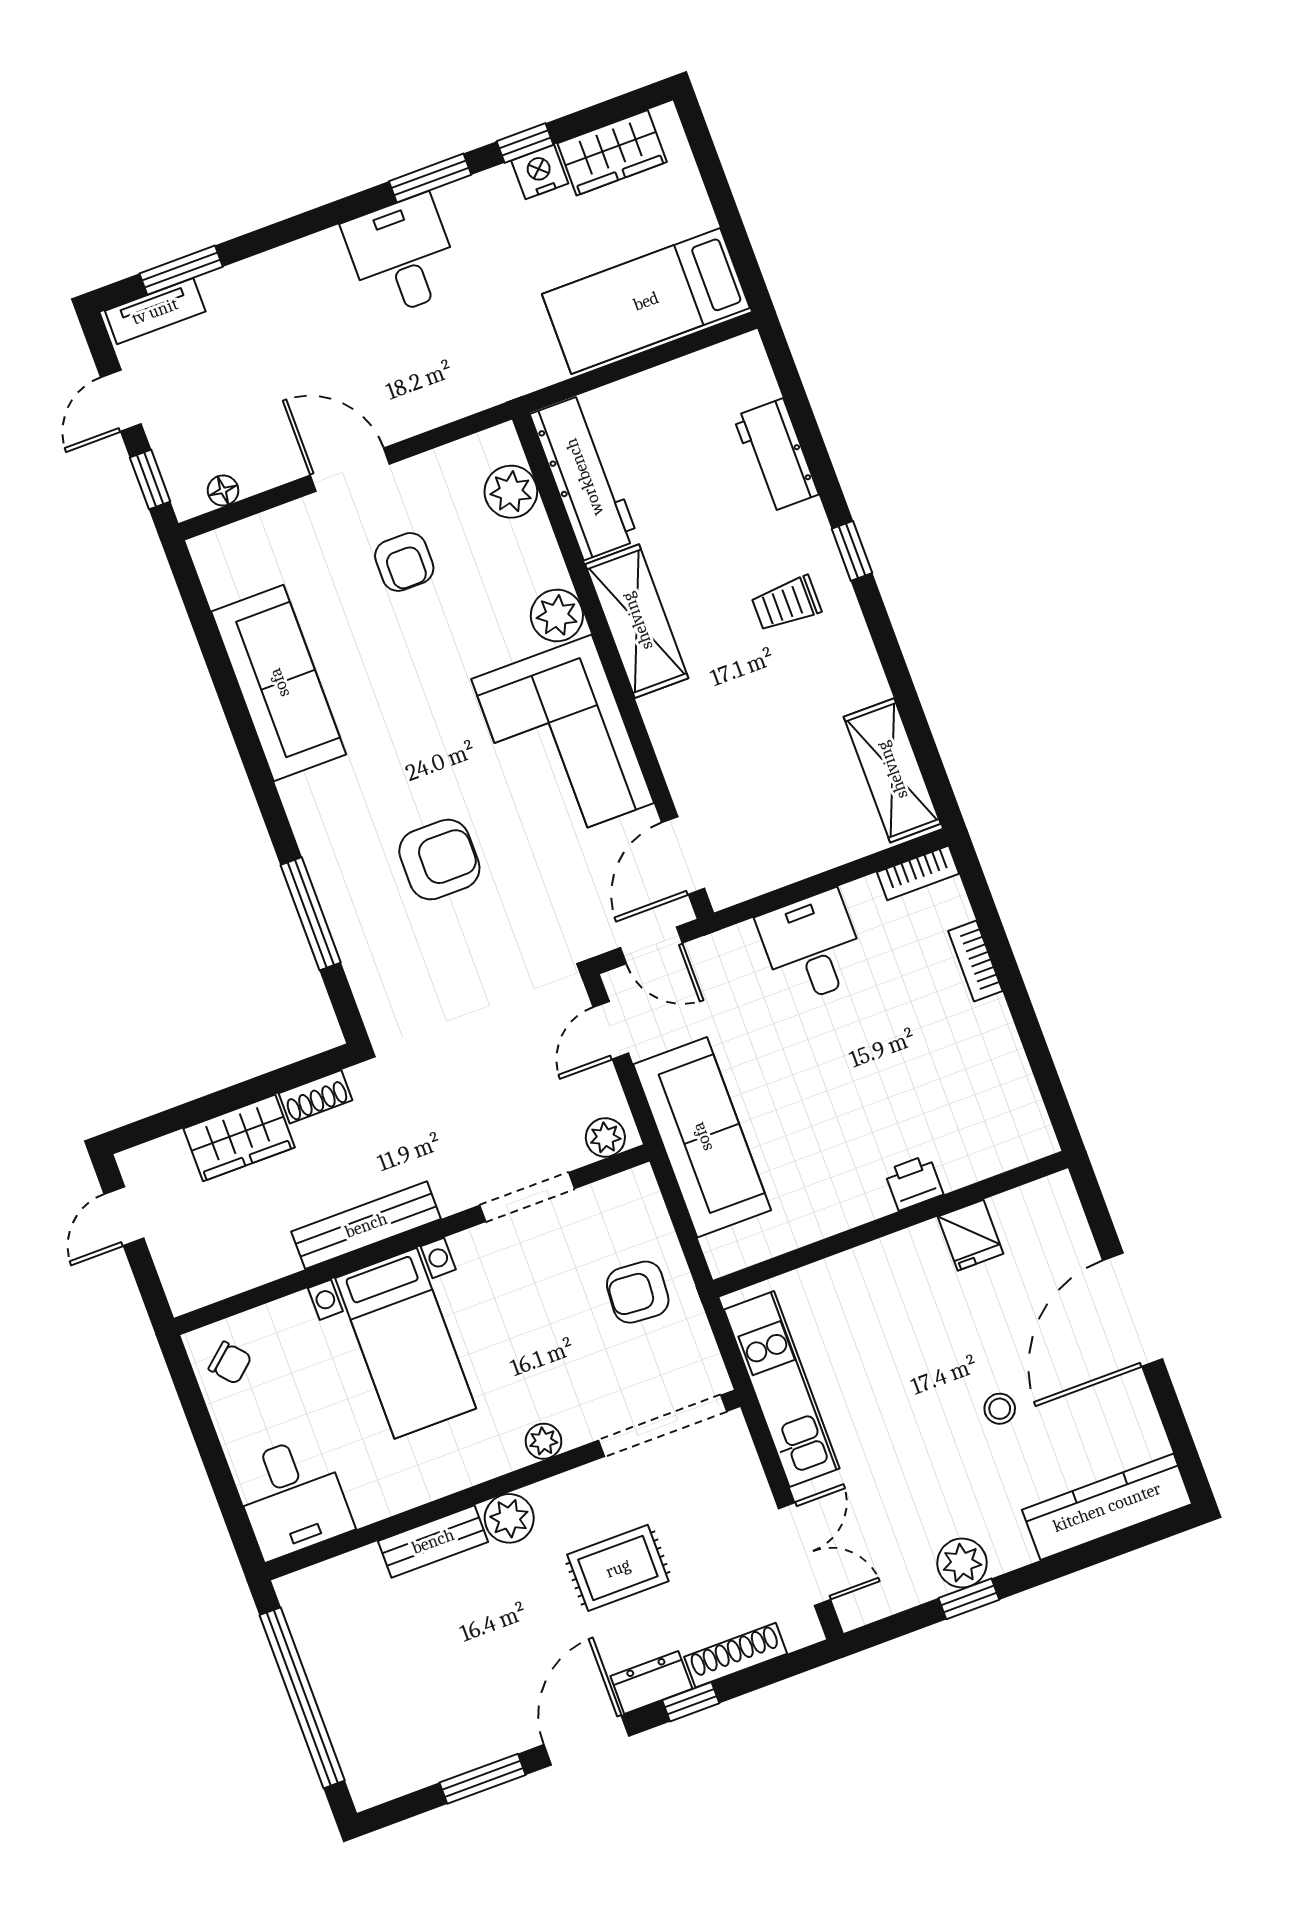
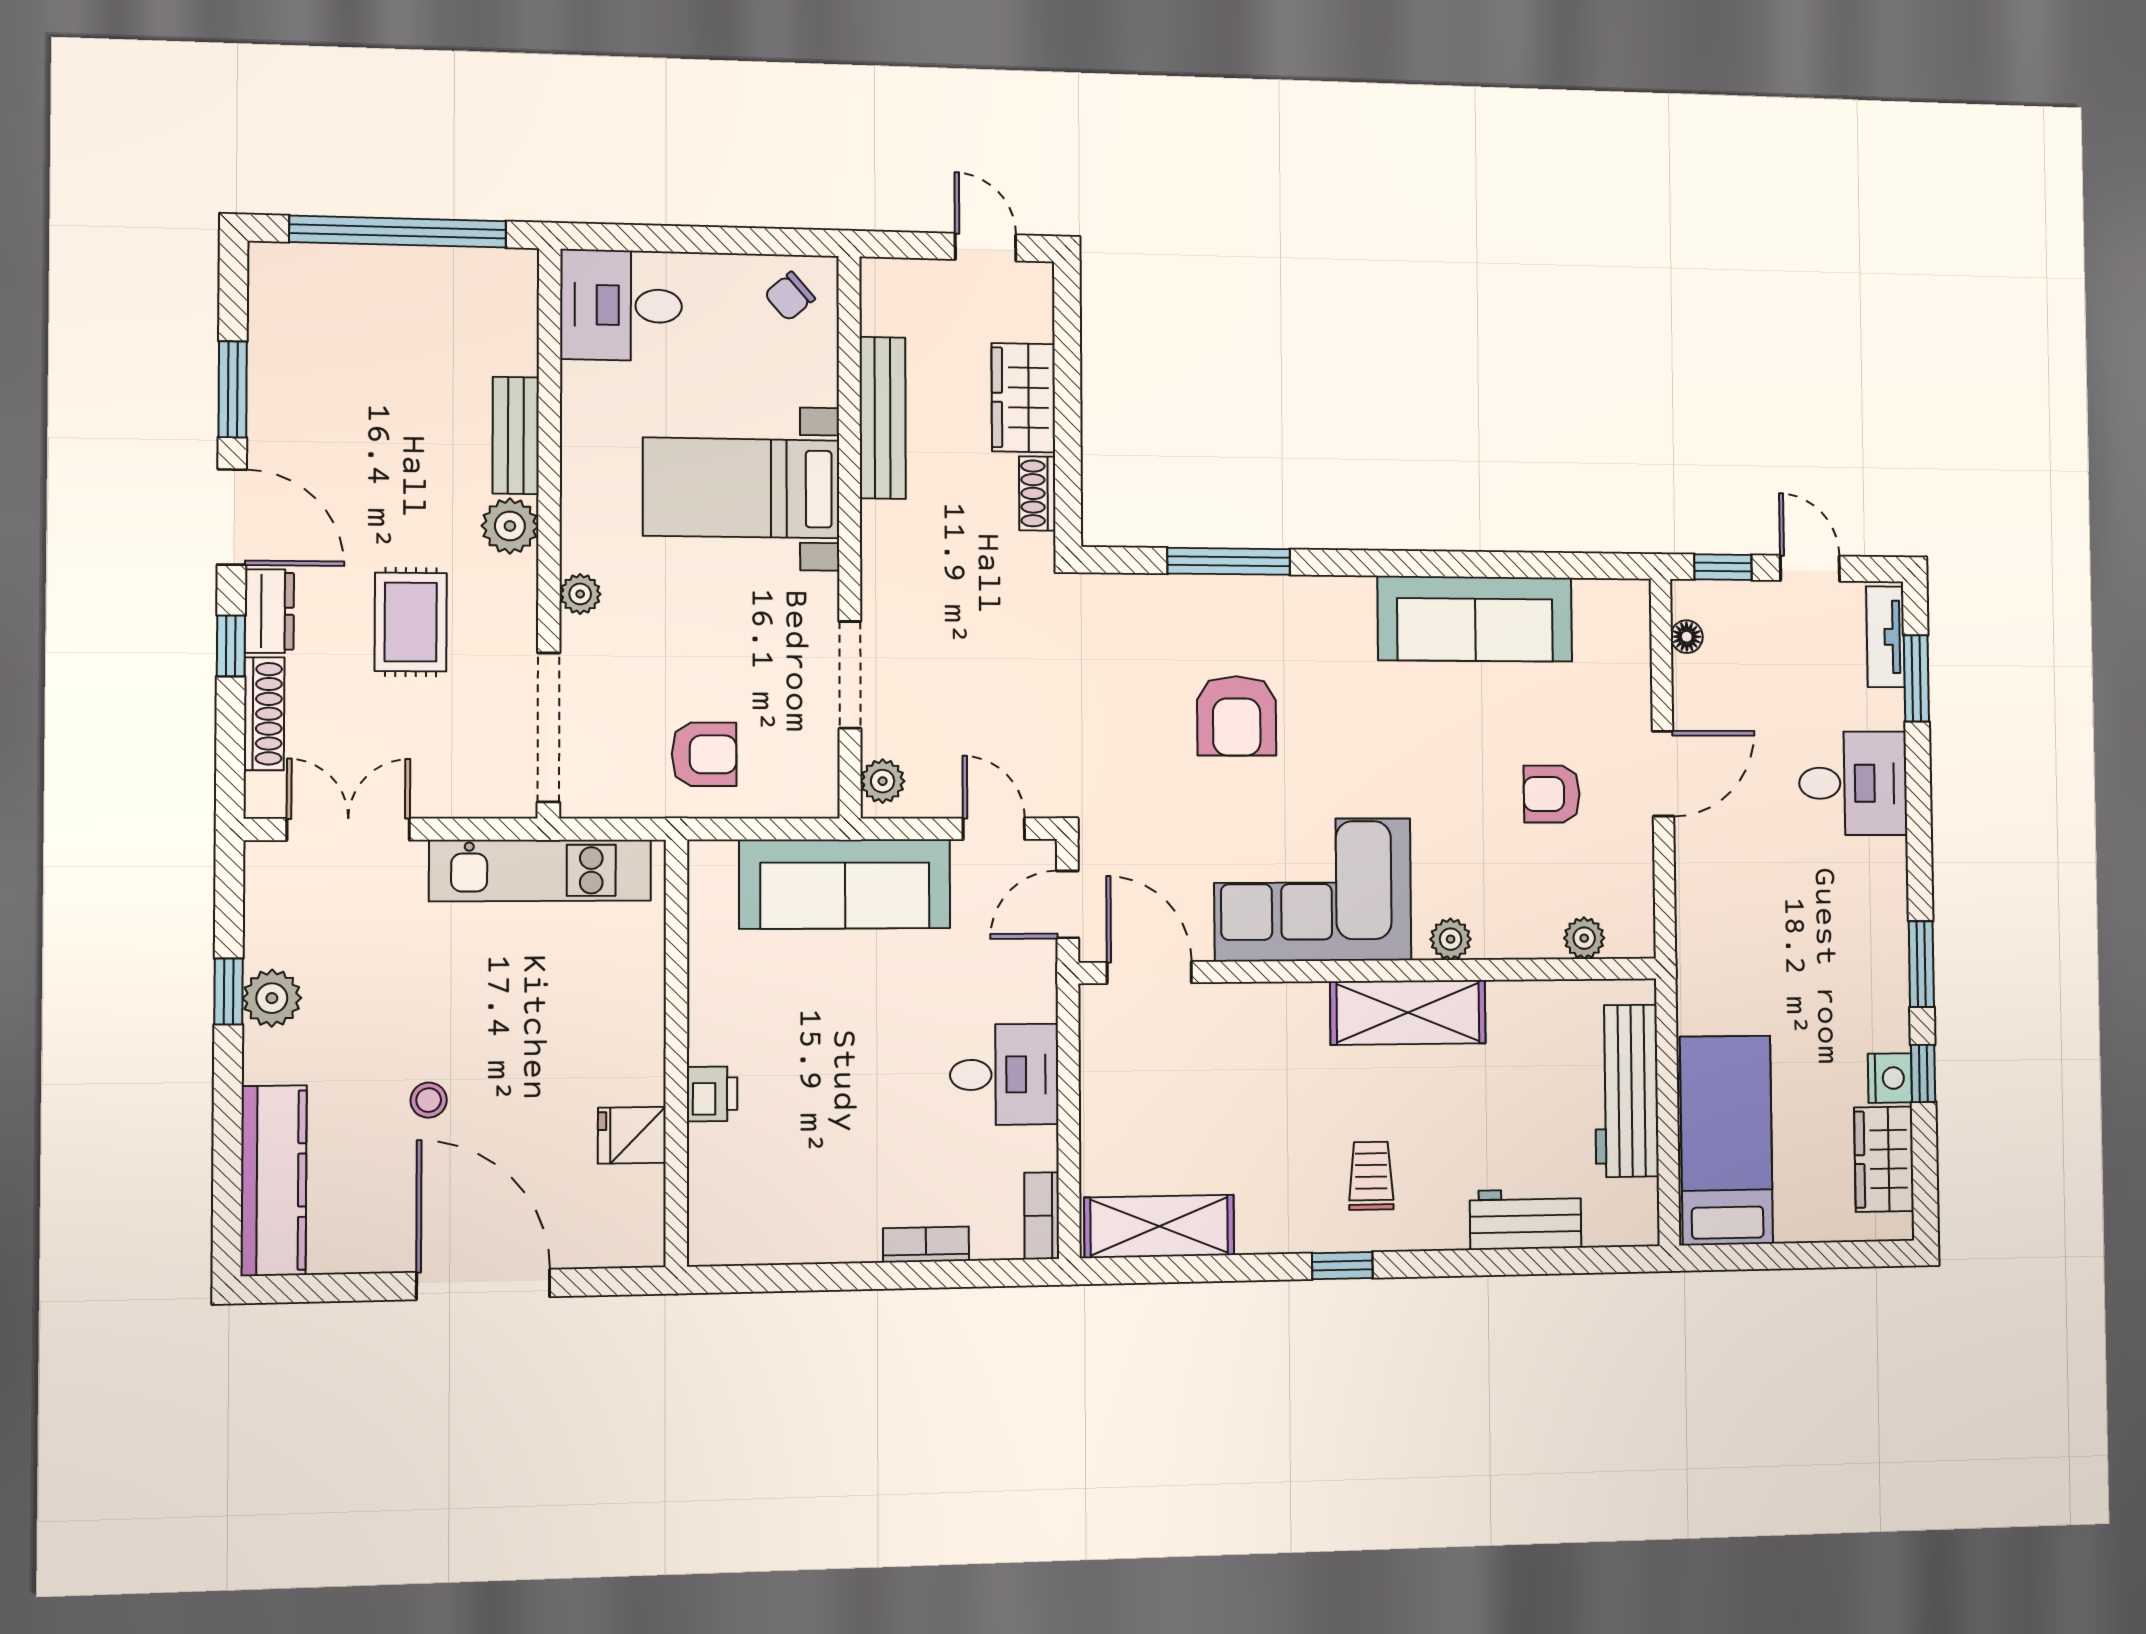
desk: (402, 256) -> (1853, 783), moved
workbench: (584, 477) -> (1626, 1091), moved, turned 90
plant: (511, 492) -> (1584, 938), width x0.73, depth x0.73
window: (852, 551) -> (1342, 1266), moved
plant: (557, 615) -> (1451, 939), width x0.73, depth x0.73
bench: (366, 1225) -> (883, 418), moved
armchair: (638, 1292) -> (704, 754), turned 86
double door: (804, 1554) -> (348, 829), swing flipped

